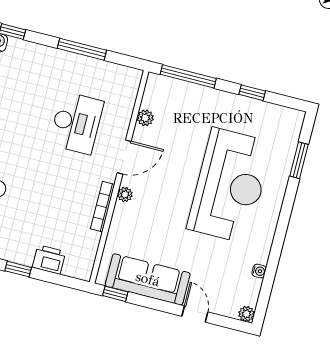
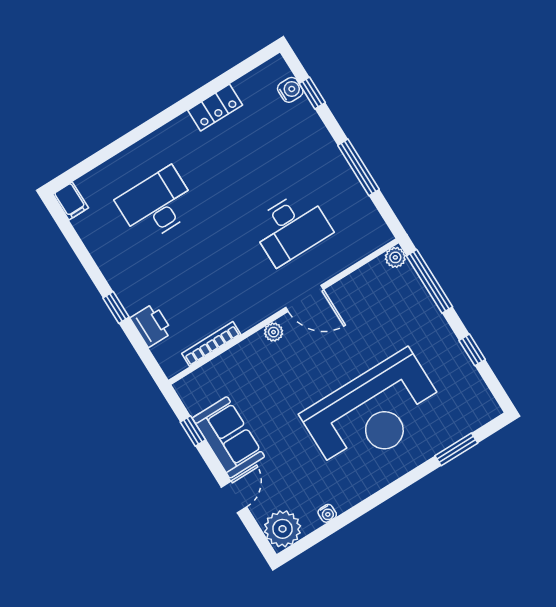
plant: (145, 118) -> (395, 257), moved
bookcase: (103, 207) -> (211, 344), moved
sofa: (148, 279) -> (228, 437), width x0.73
window: (115, 294) -> (193, 431), moved
plant: (246, 314) -> (282, 529), width x1.87, depth x1.87

